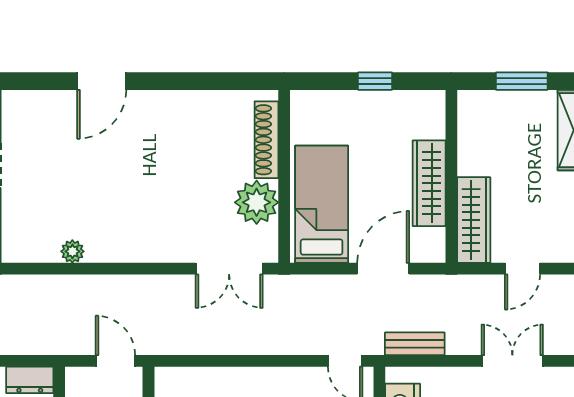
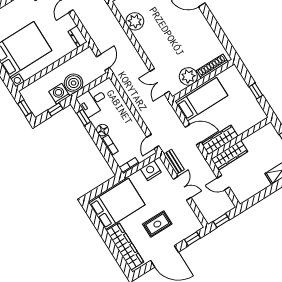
wardrobe: (429, 183) -> (220, 140), moved
plant: (72, 251) -> (135, 21), width x1.88, depth x1.88
double door: (512, 361) -> (182, 188), moved

